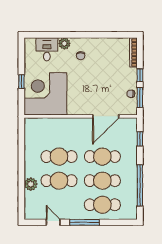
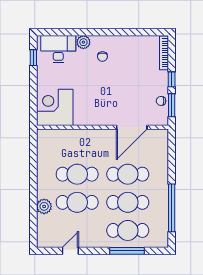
desk: (47, 49) -> (58, 49), width x1.37
window: (21, 82) -> (33, 58), moved
corner desk: (45, 94) -> (55, 107), width x0.74, depth x0.74
window: (140, 139) -> (172, 154), removed
door: (53, 222) -> (70, 251), hinge flipped
window: (85, 222) -> (127, 251), moved

